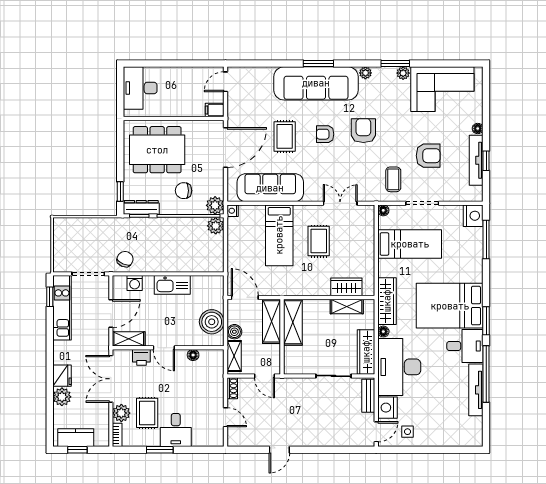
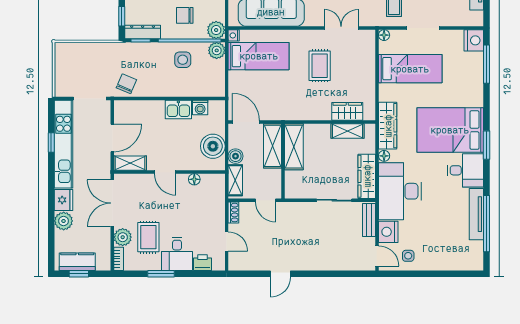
side table: (181, 235) -> (183, 60), added
bed: (279, 235) -> (259, 56), moved, turned -90
washing machine: (135, 283) -> (200, 108), moved
kitchen sink: (172, 285) -> (178, 109), width x0.73
window: (50, 297) -> (51, 142), moved
kitchen unit: (62, 308) -> (63, 144), width x1.36
printer: (141, 357) -> (202, 263), moved, turned 180
window: (486, 374) -> (487, 224), moved
door: (376, 432) -> (377, 256), hinge flipped

